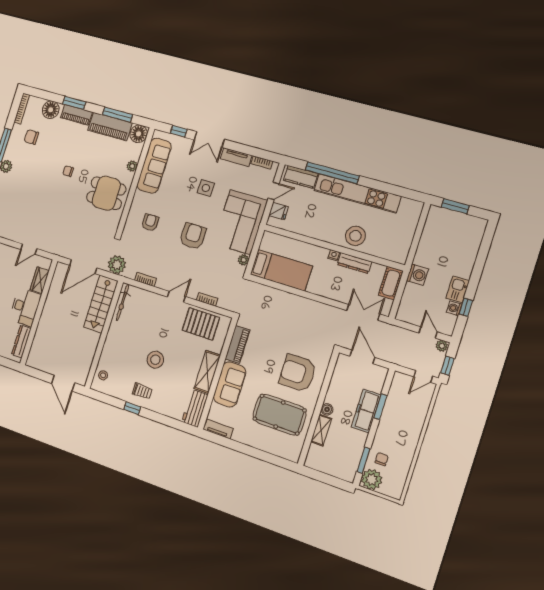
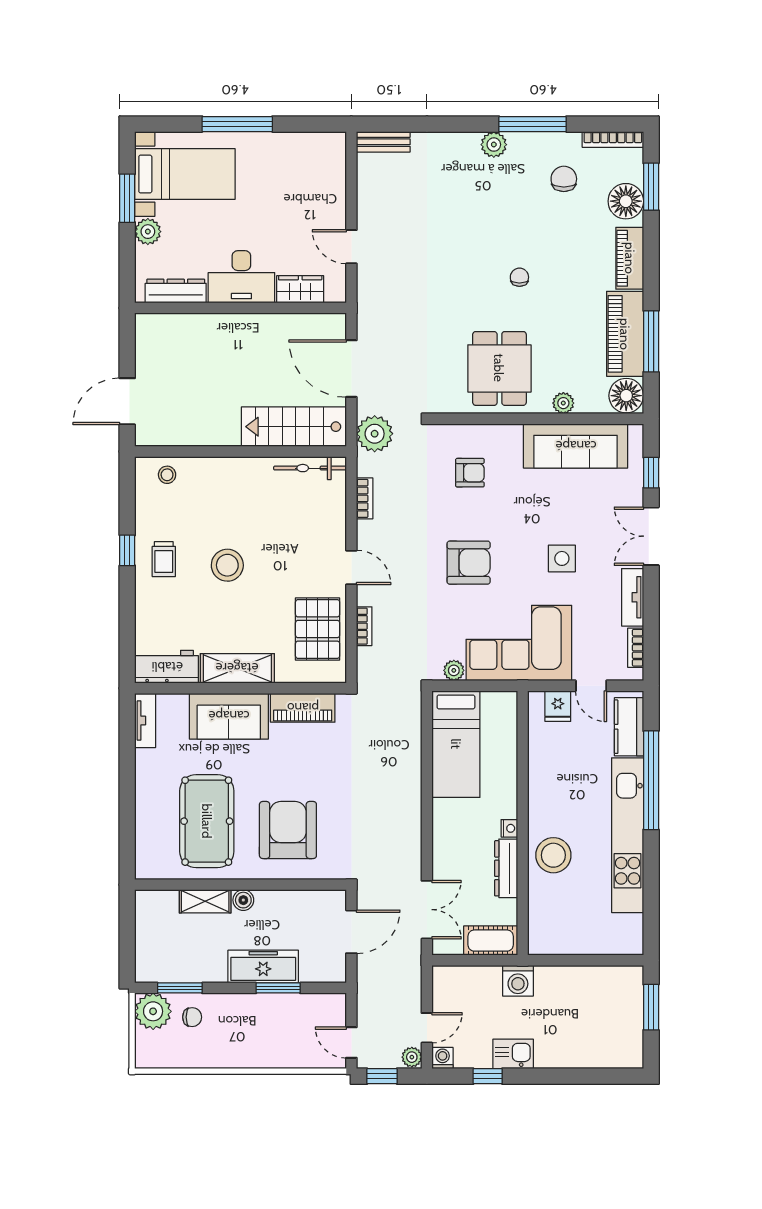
window: (74, 103) -> (651, 187), moved
washing machine: (454, 308) -> (443, 1058), moved

